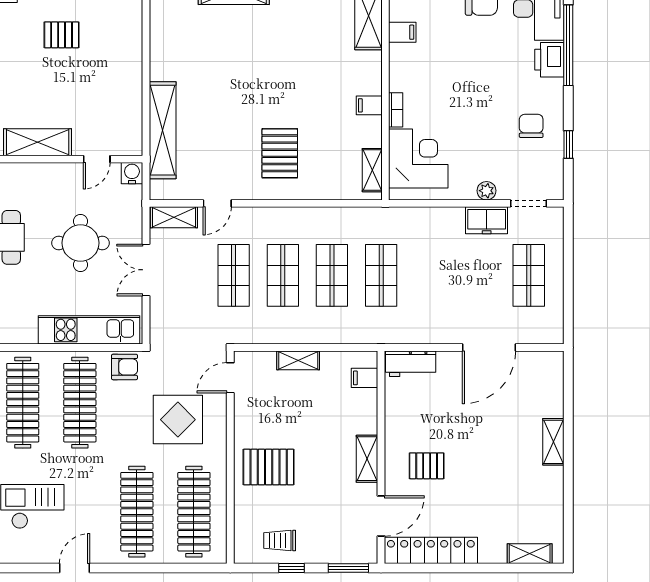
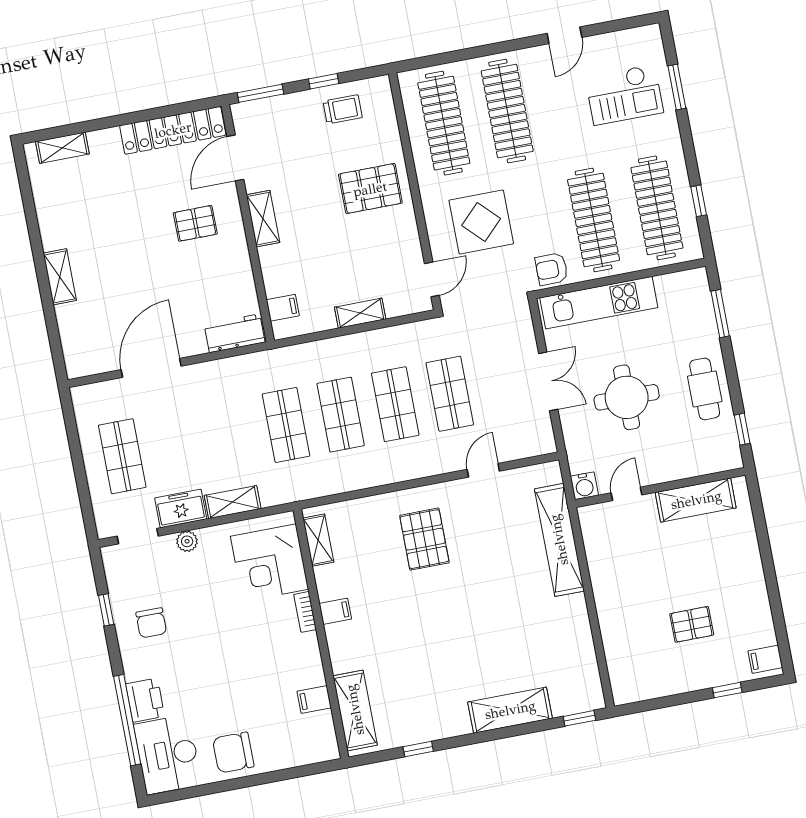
shelving: (174, 217) -> (233, 502), moved

